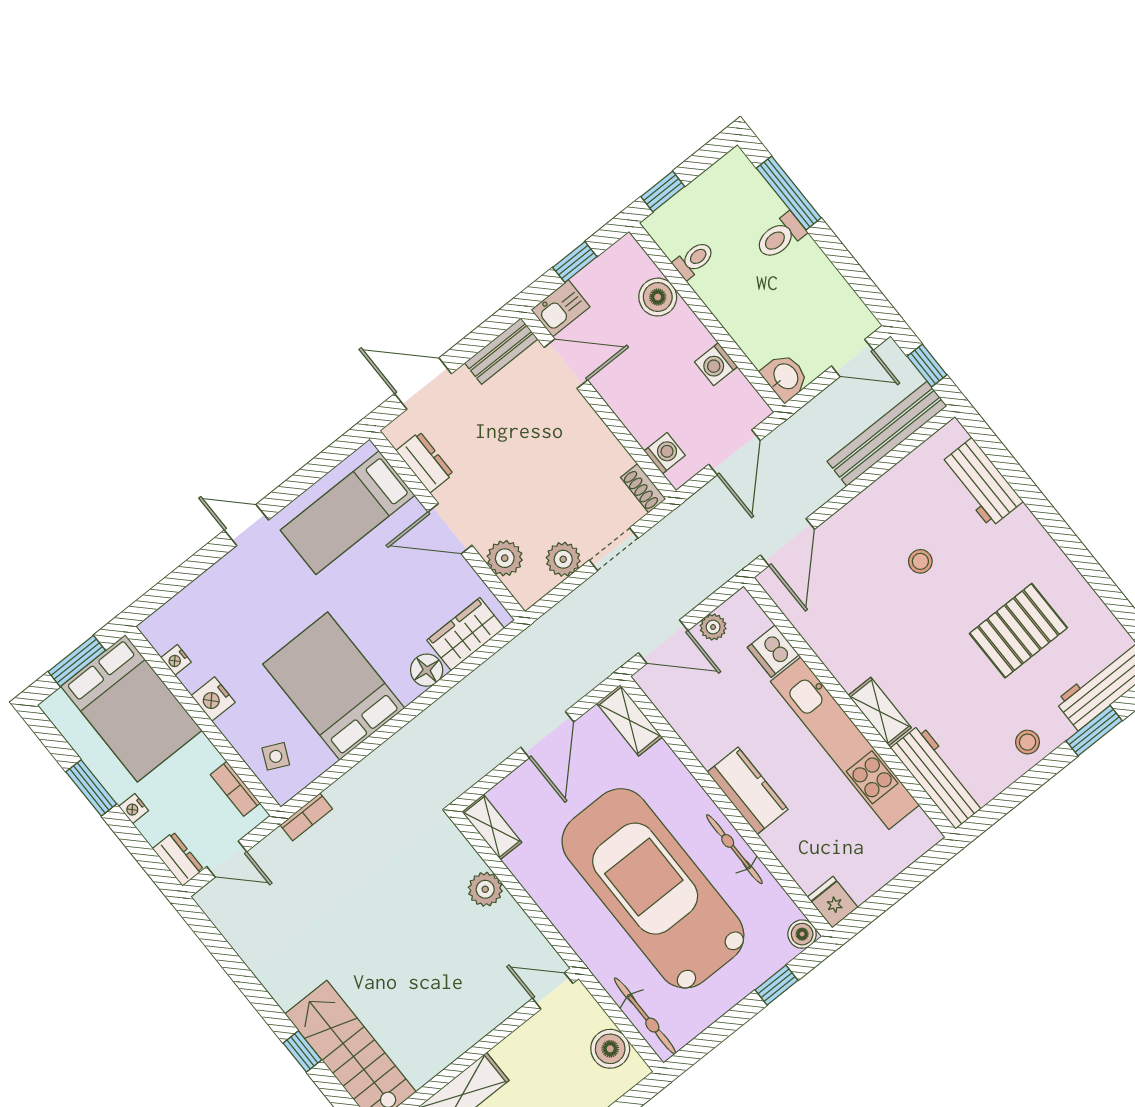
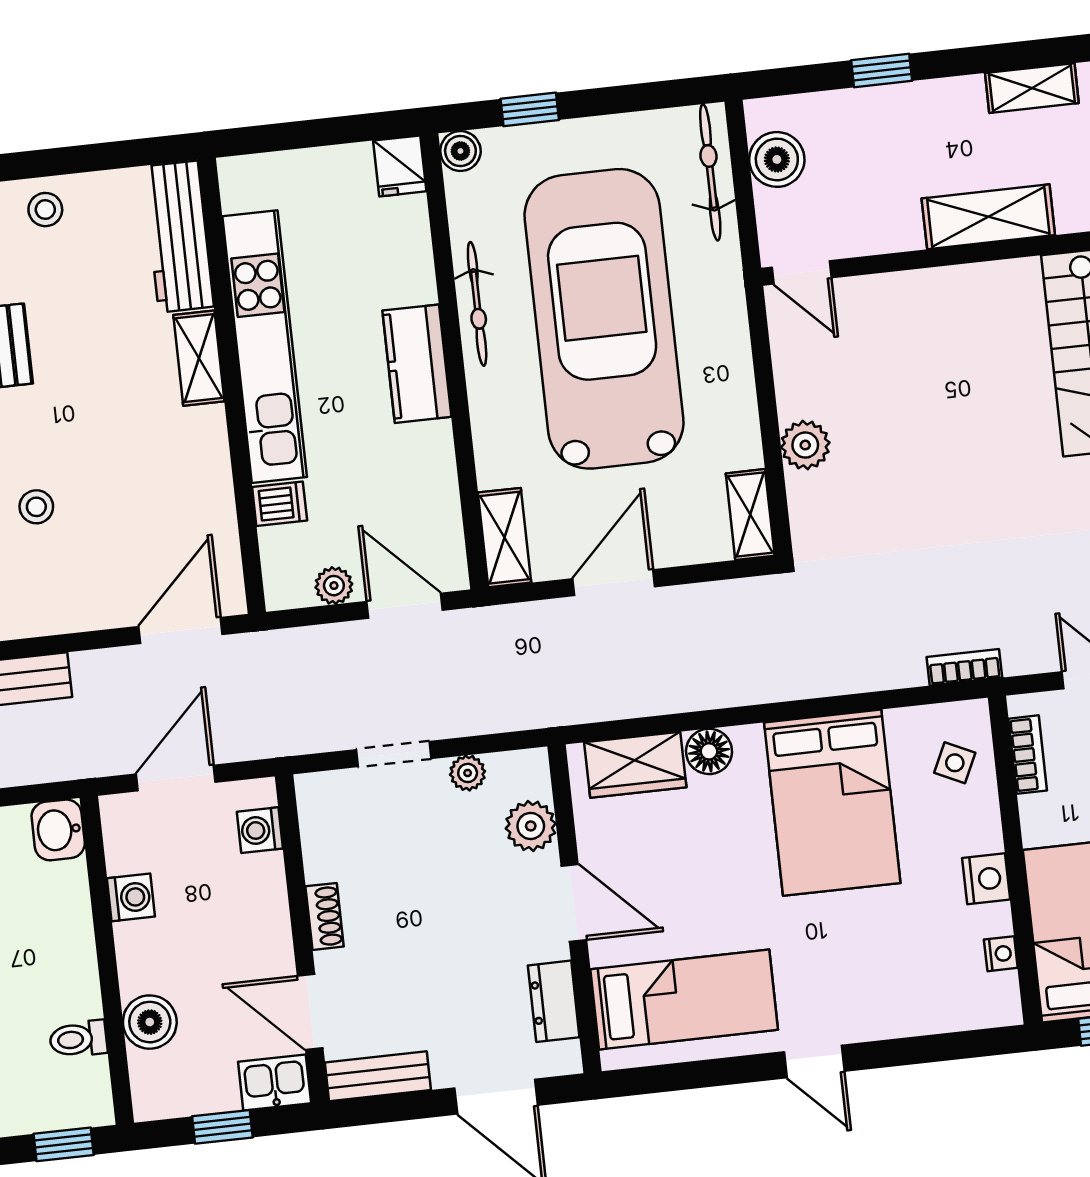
shoe rack: (643, 488) -> (325, 916), moved
plant: (563, 559) -> (468, 773), width x0.73, depth x0.73
dishwasher: (773, 651) -> (280, 504), width x0.73
car: (653, 888) -> (604, 319), turned 180

